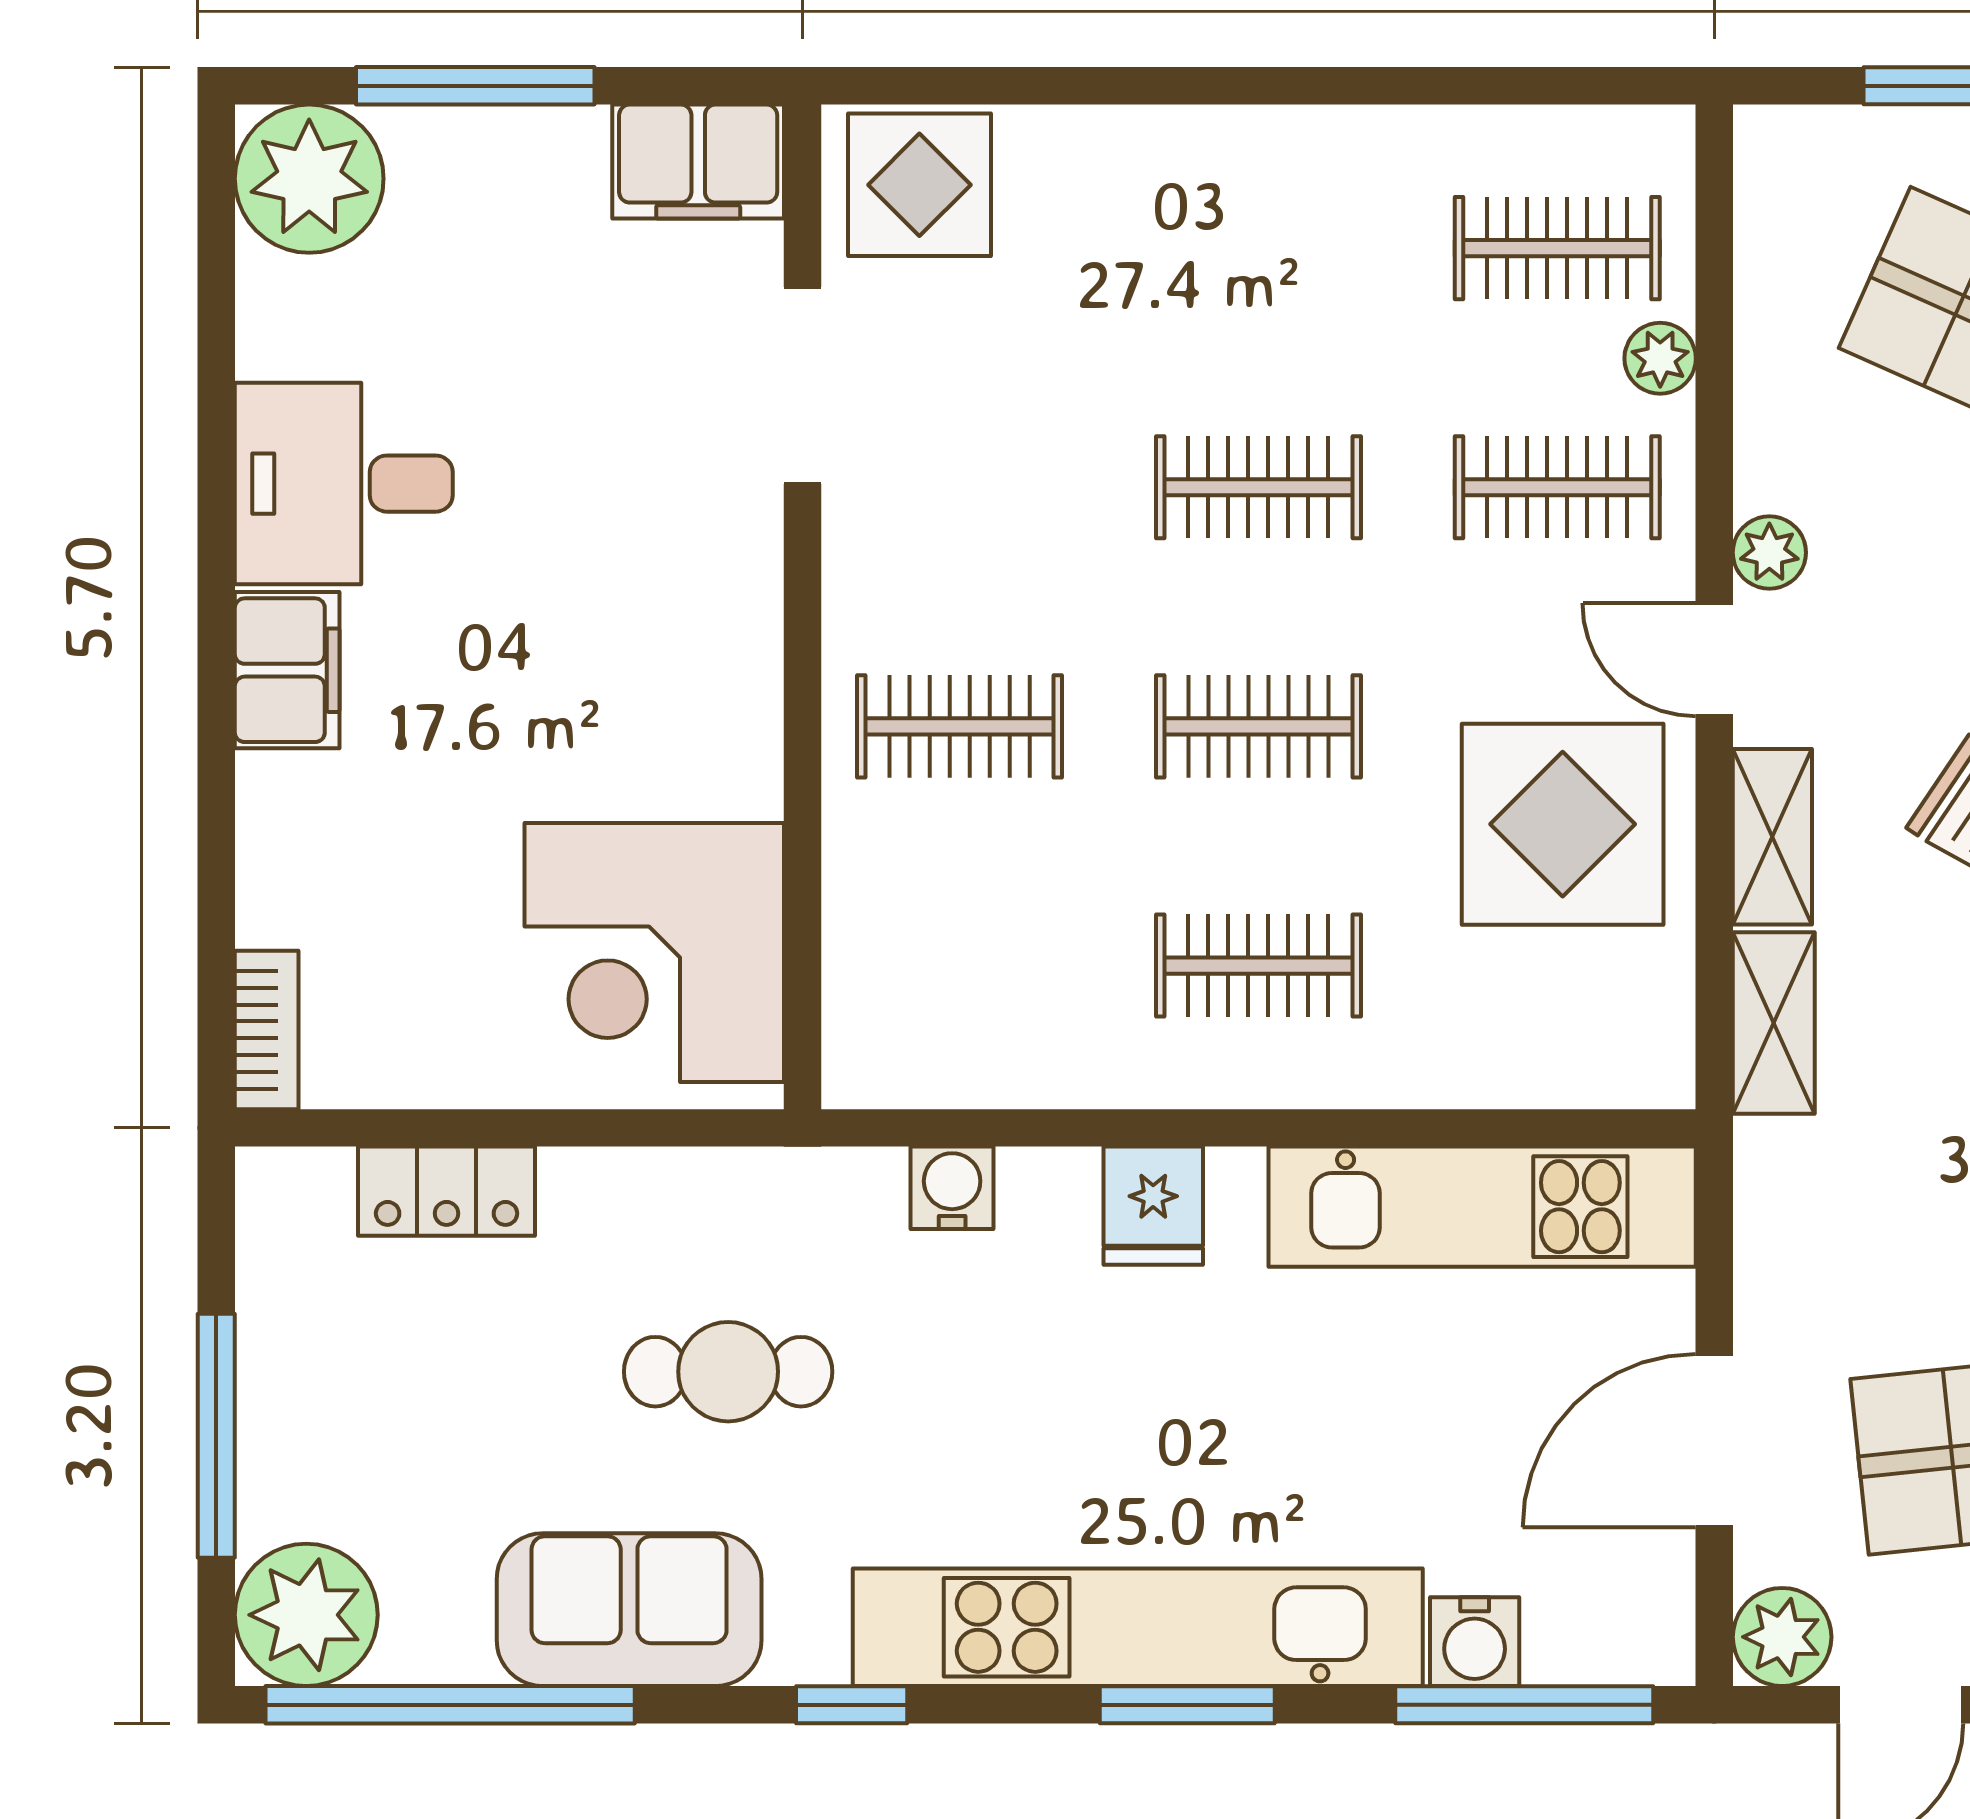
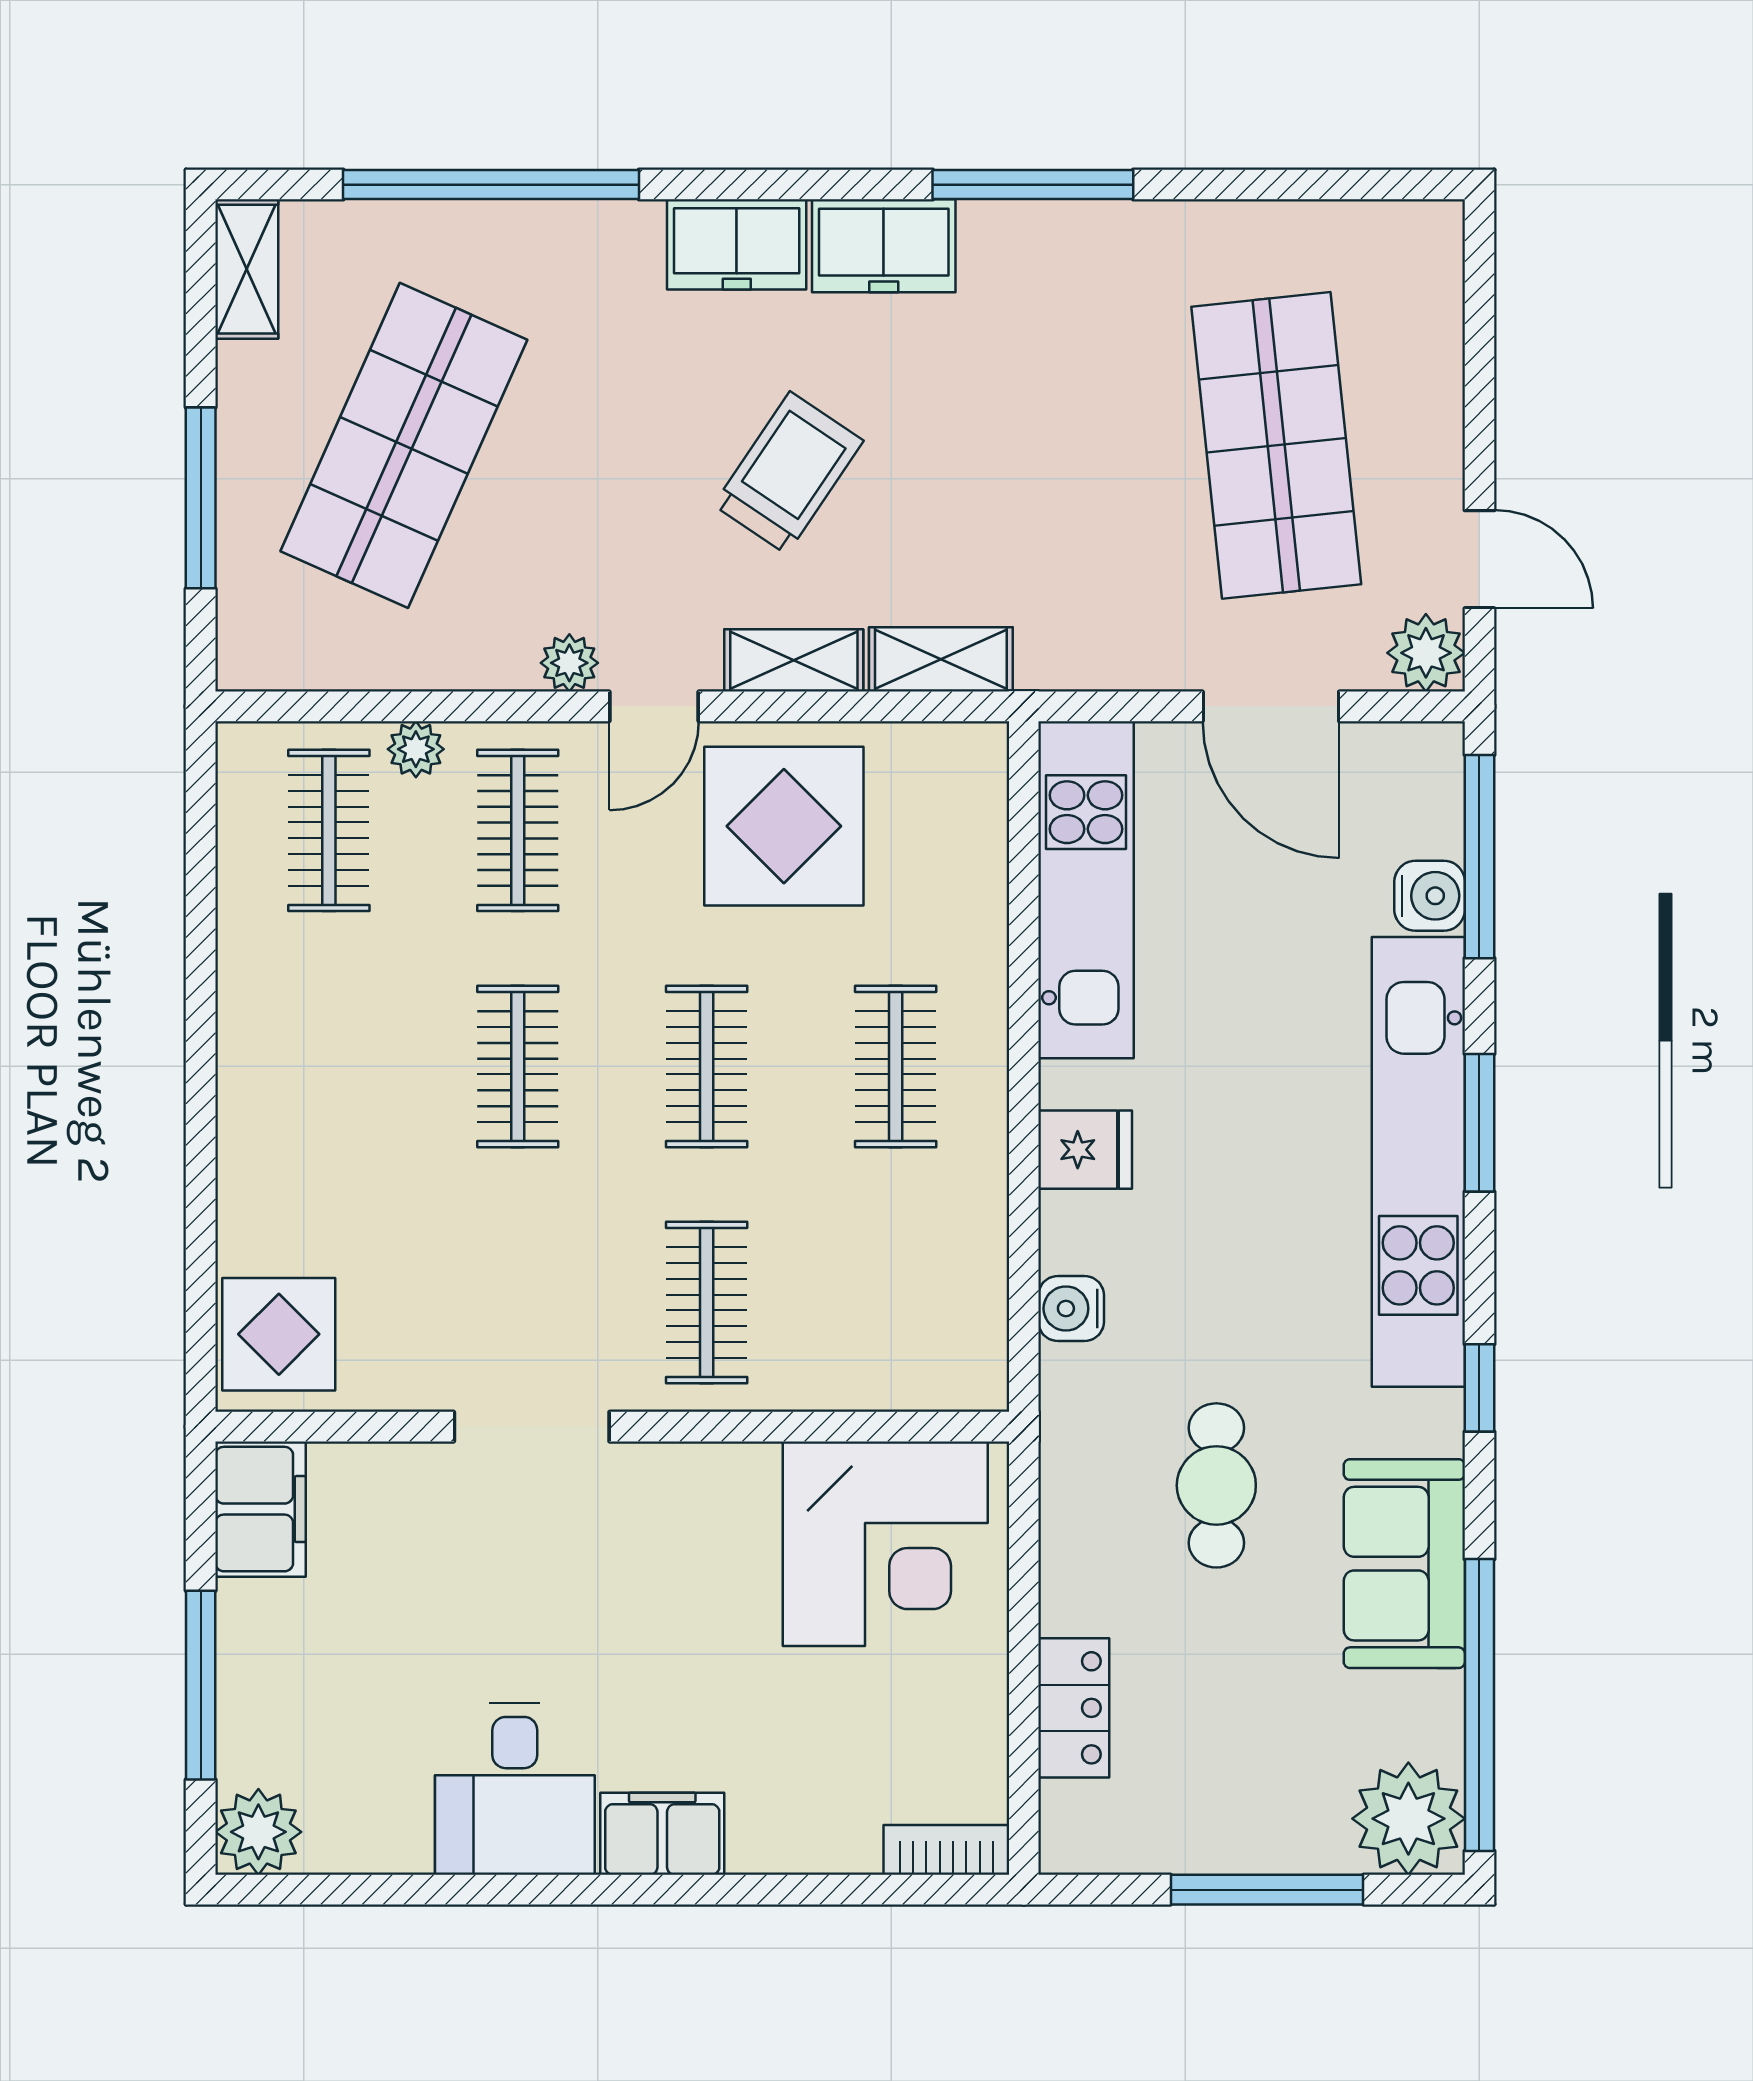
plant: (309, 179) -> (258, 1832), width x0.73, depth x0.73
doorway: (803, 386) -> (532, 1427), moved

